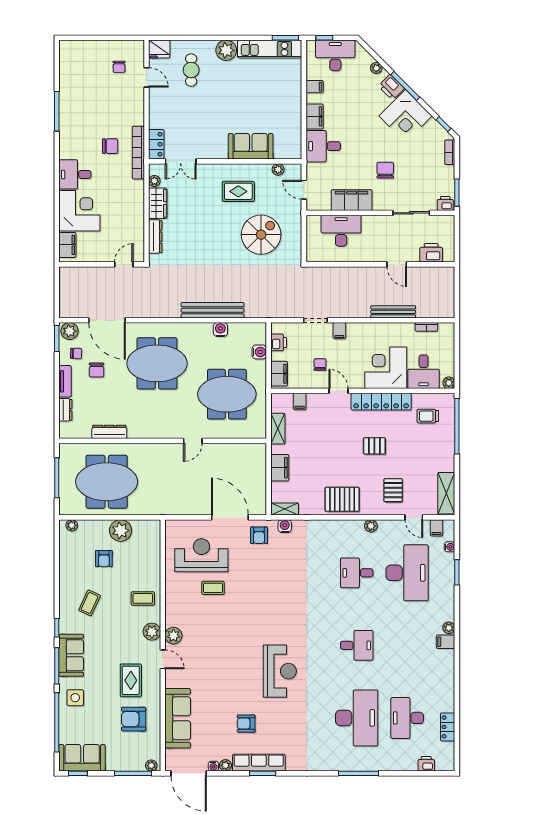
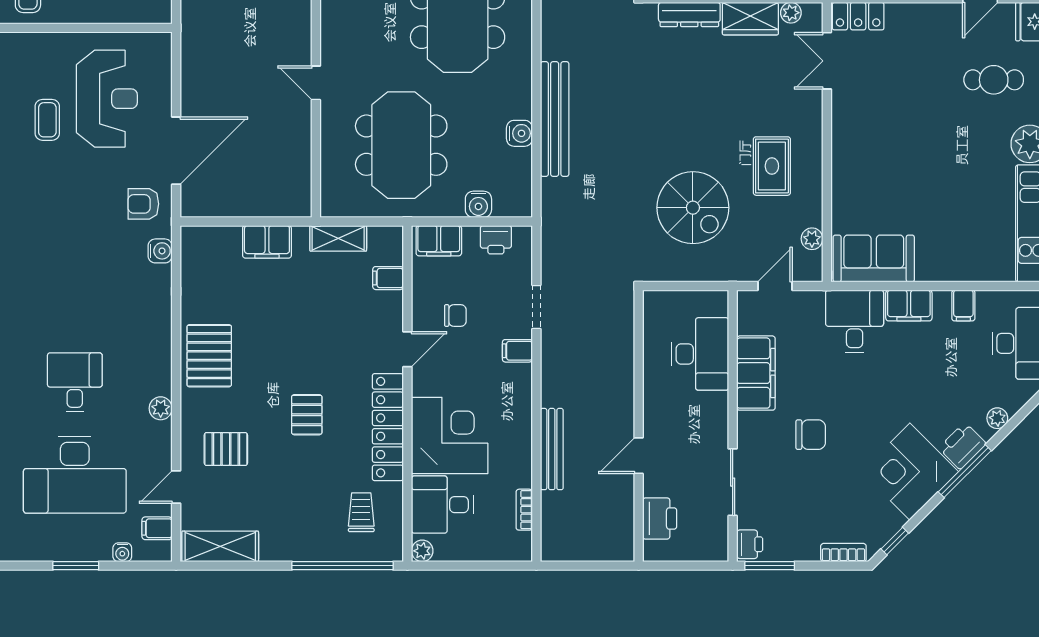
sofa: (251, 146) -> (874, 259), moved, turned -90
shelving: (285, 509) -> (191, 251), removed

